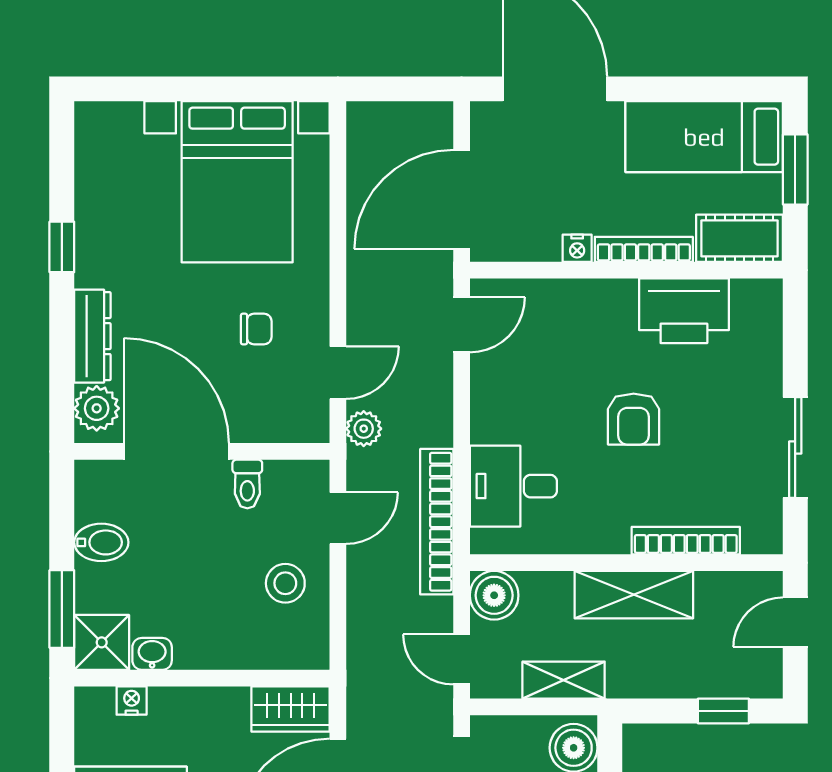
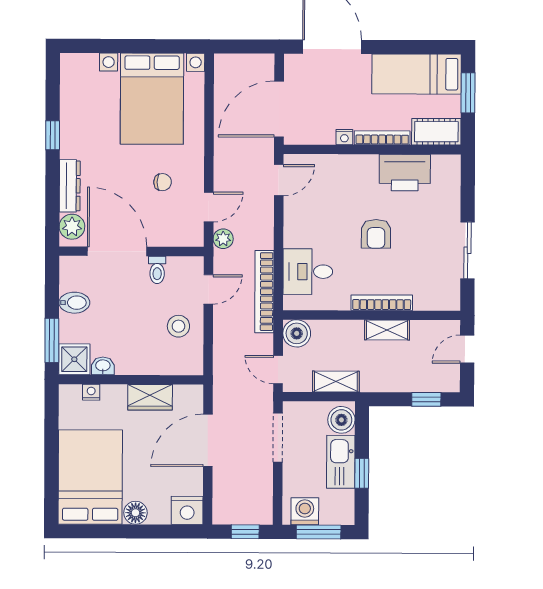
bookcase: (686, 541) -> (382, 303), moved
shelving: (634, 595) -> (387, 330), width x0.67, depth x0.75
wardrobe: (291, 709) -> (150, 397), moved

